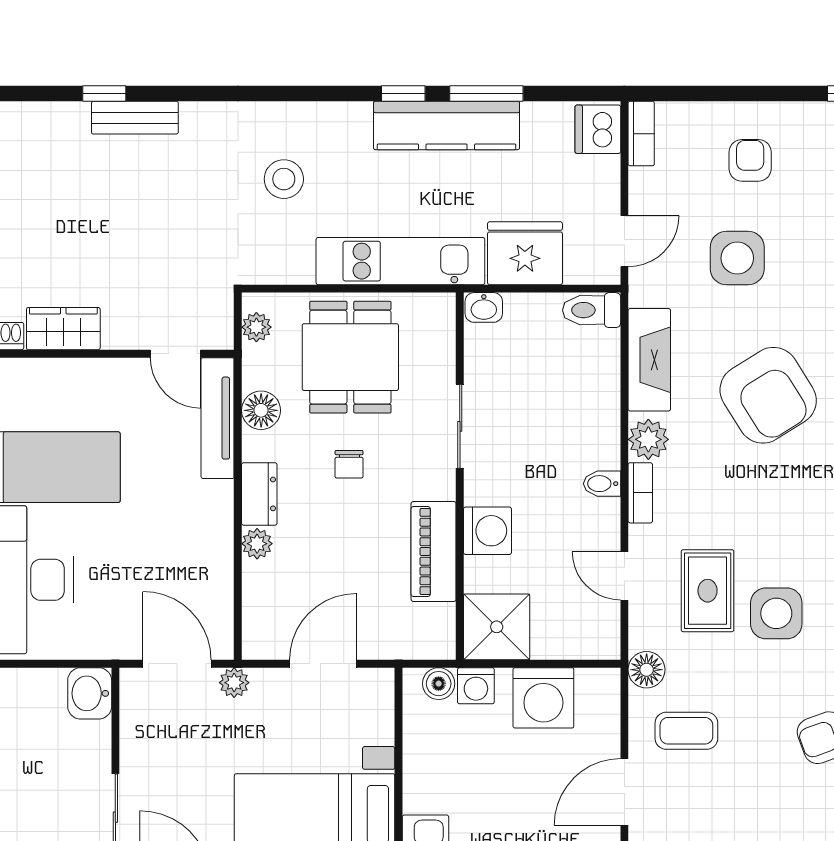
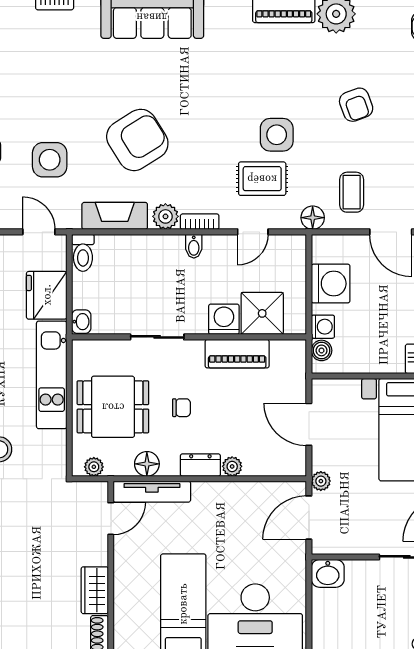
shower: (497, 627) -> (262, 313), moved

